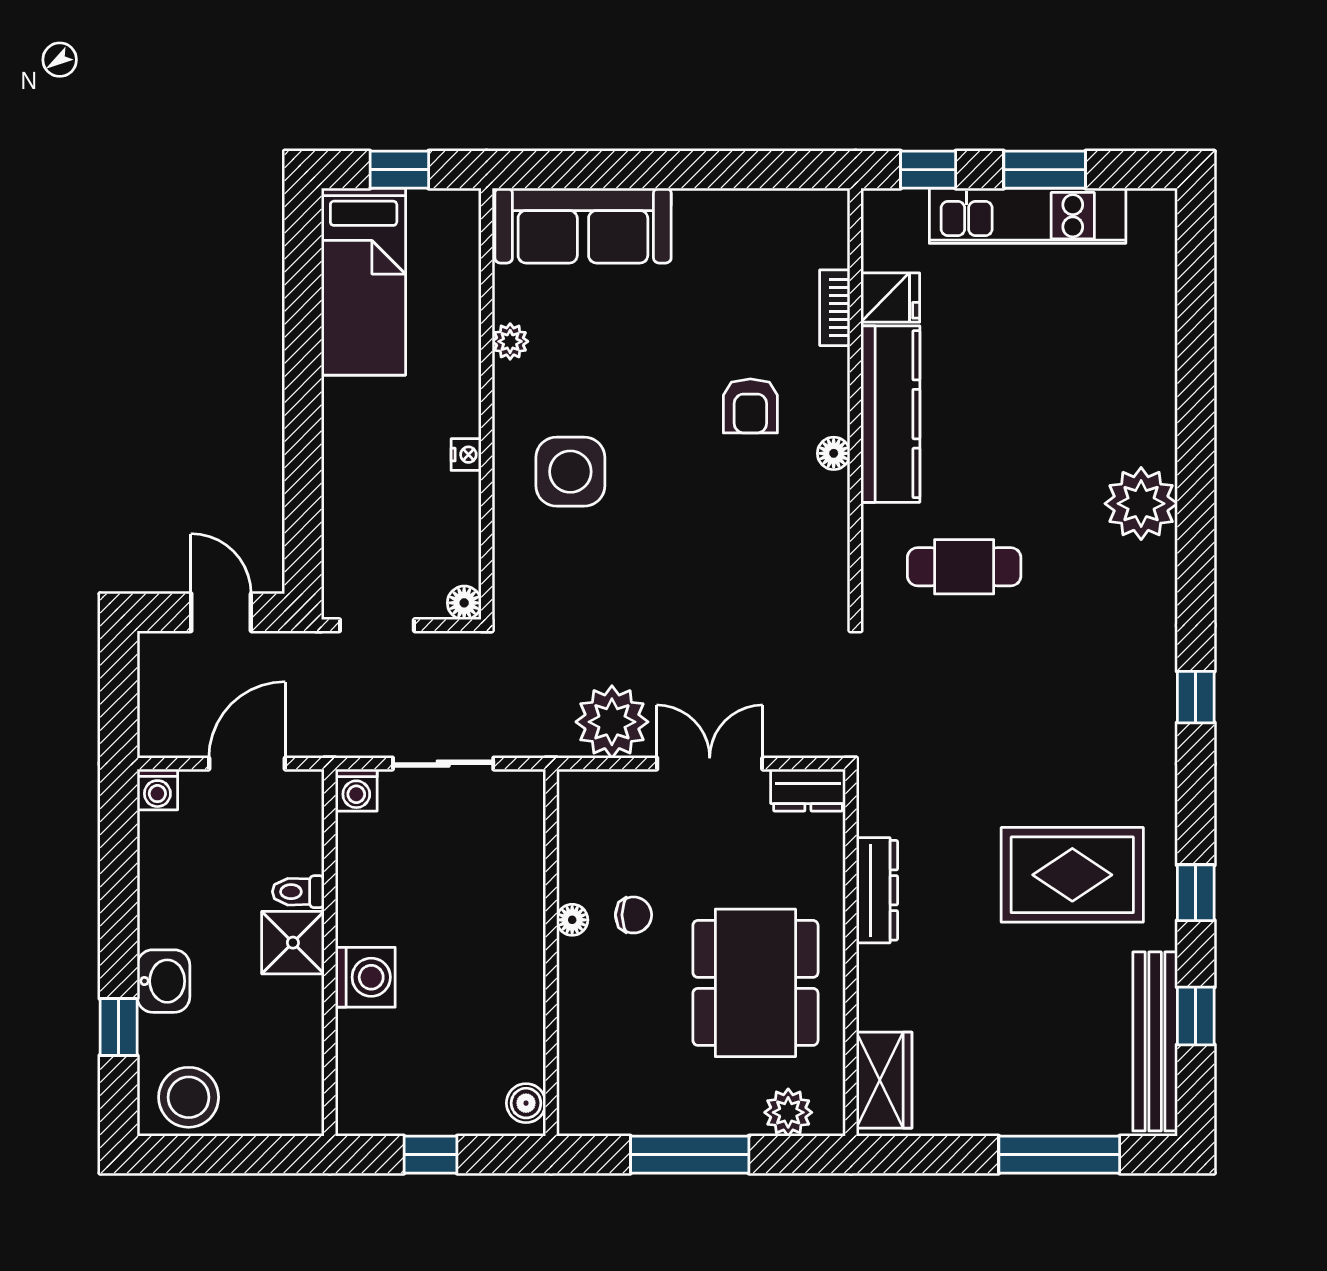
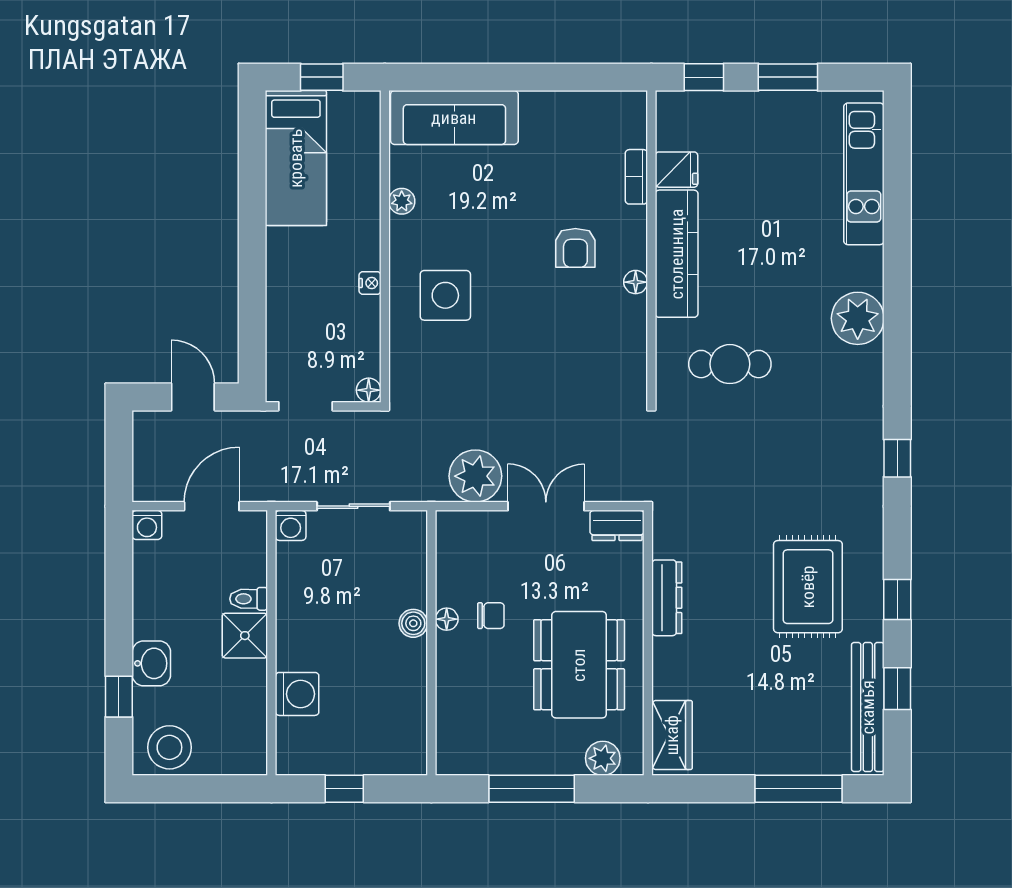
kitchen unit: (1028, 216) -> (864, 174), moved, turned 90
rug: (1072, 875) -> (808, 587), turned 90
washing machine: (365, 977) -> (297, 694), moved
boiler: (526, 1103) -> (413, 623), moved

